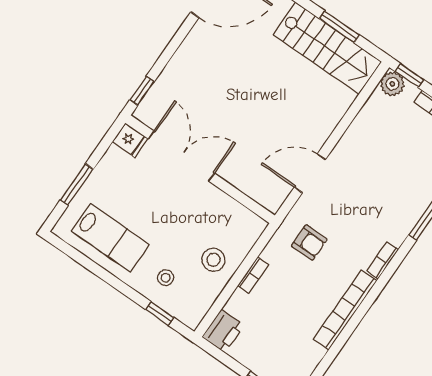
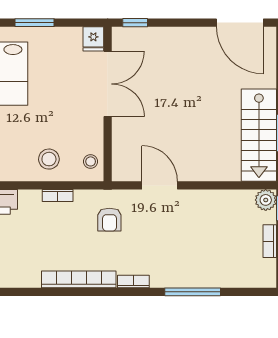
stool: (166, 278) -> (91, 161), moved

